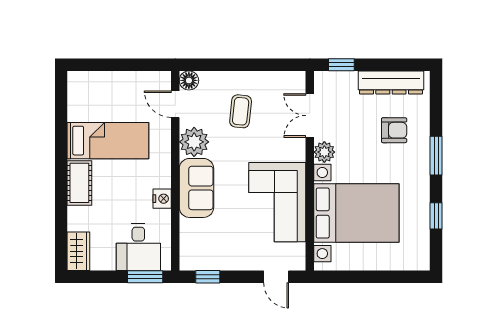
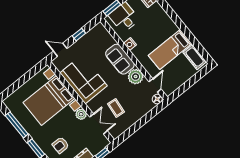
door: (175, 104) -> (155, 85), hinge flipped
coffee table: (241, 111) -> (116, 108), moved
cot: (79, 183) -> (195, 57), moved
window: (436, 216) -> (17, 125), width x2.17
window: (208, 277) -> (79, 35), moved

